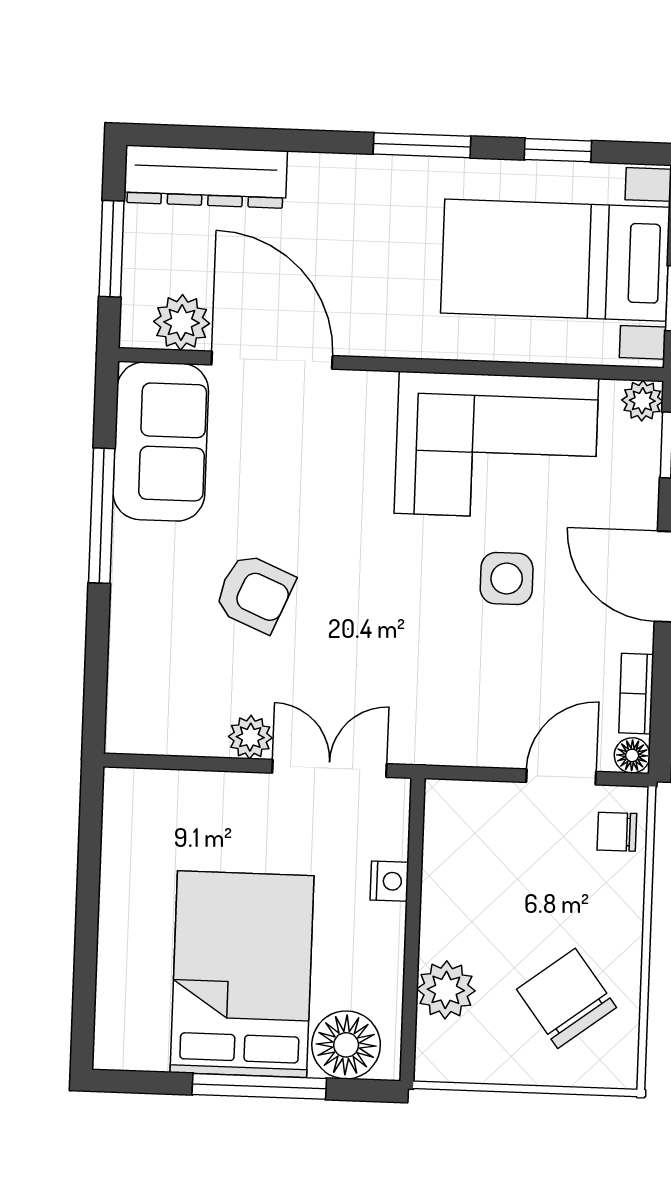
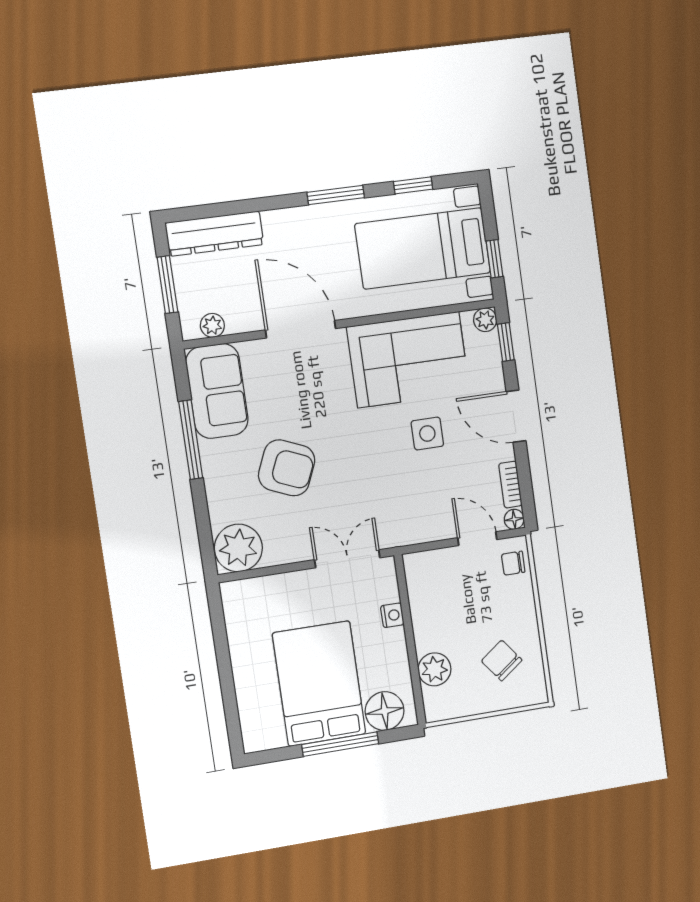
plant: (182, 322) -> (212, 325), width x0.73, depth x0.73
door: (272, 360) -> (301, 329), moved
armchair: (254, 593) -> (287, 468), width x1.38, depth x1.38
plant: (250, 737) -> (238, 548), moved, width x1.87, depth x1.87
door: (561, 777) -> (477, 539), hinge flipped
chair: (566, 998) -> (502, 661), width x0.73, depth x0.73

